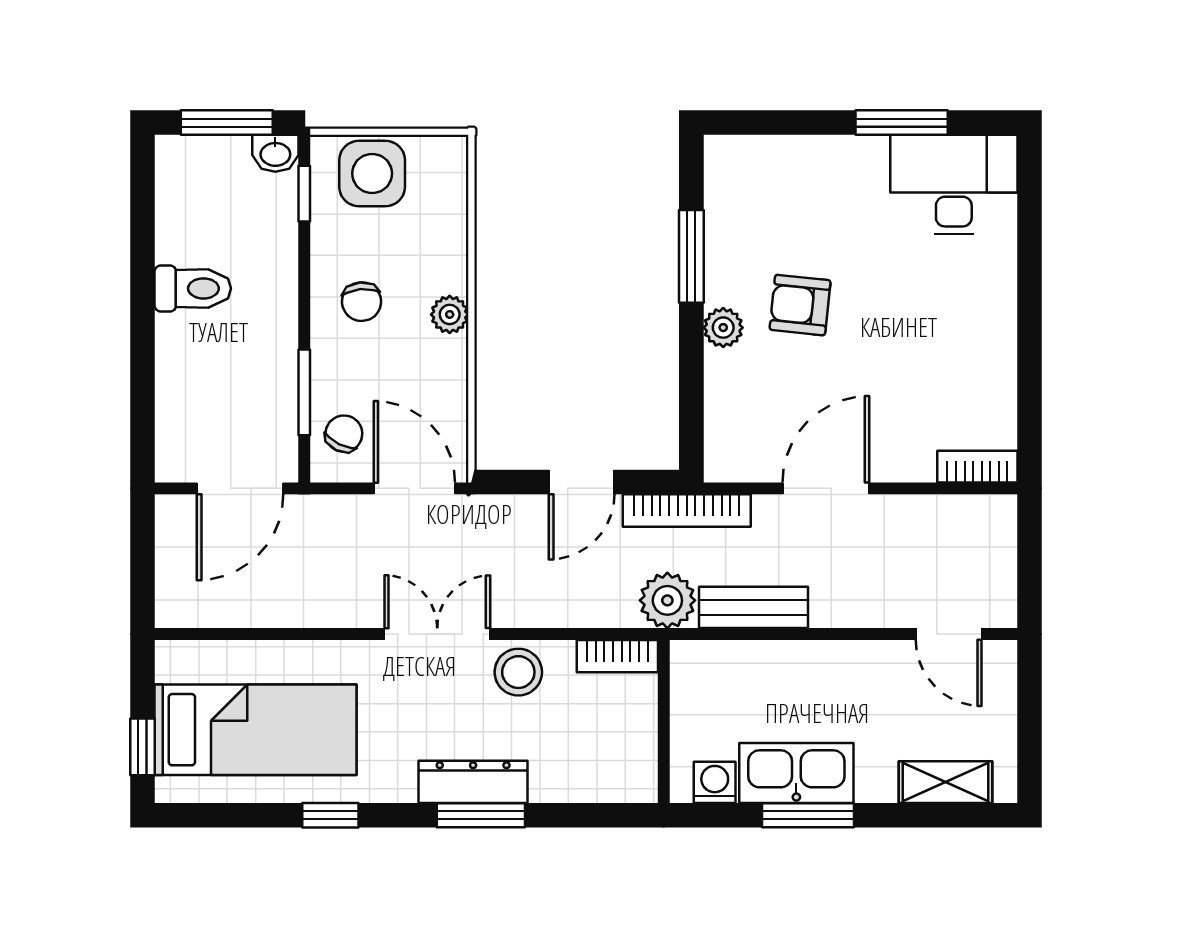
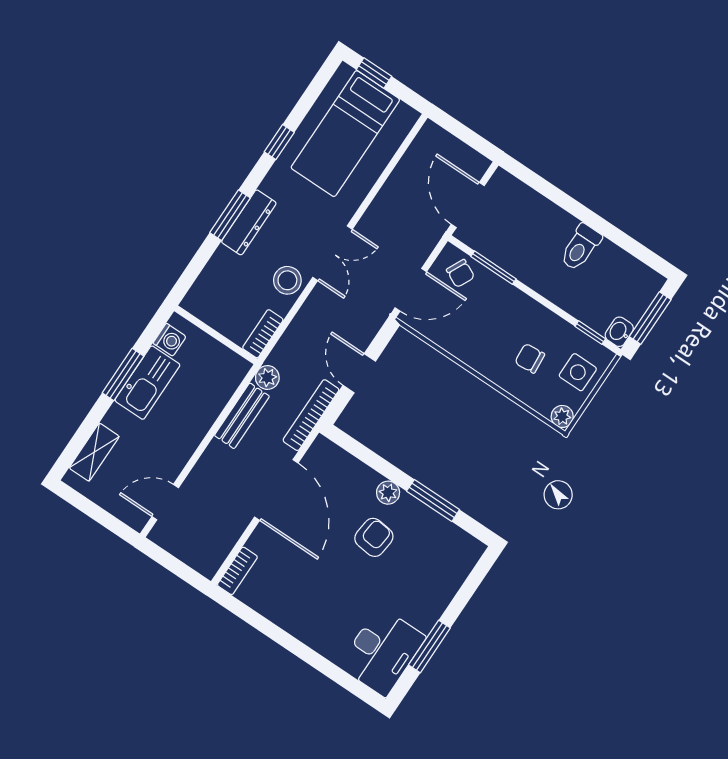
side table: (372, 173) -> (578, 372), width x0.73, depth x0.73
chair: (362, 302) -> (530, 358), moved
plant: (450, 314) -> (562, 416), moved
door: (826, 488) -> (276, 490), width x1.36
plant: (667, 600) -> (267, 377), width x0.73, depth x0.73

